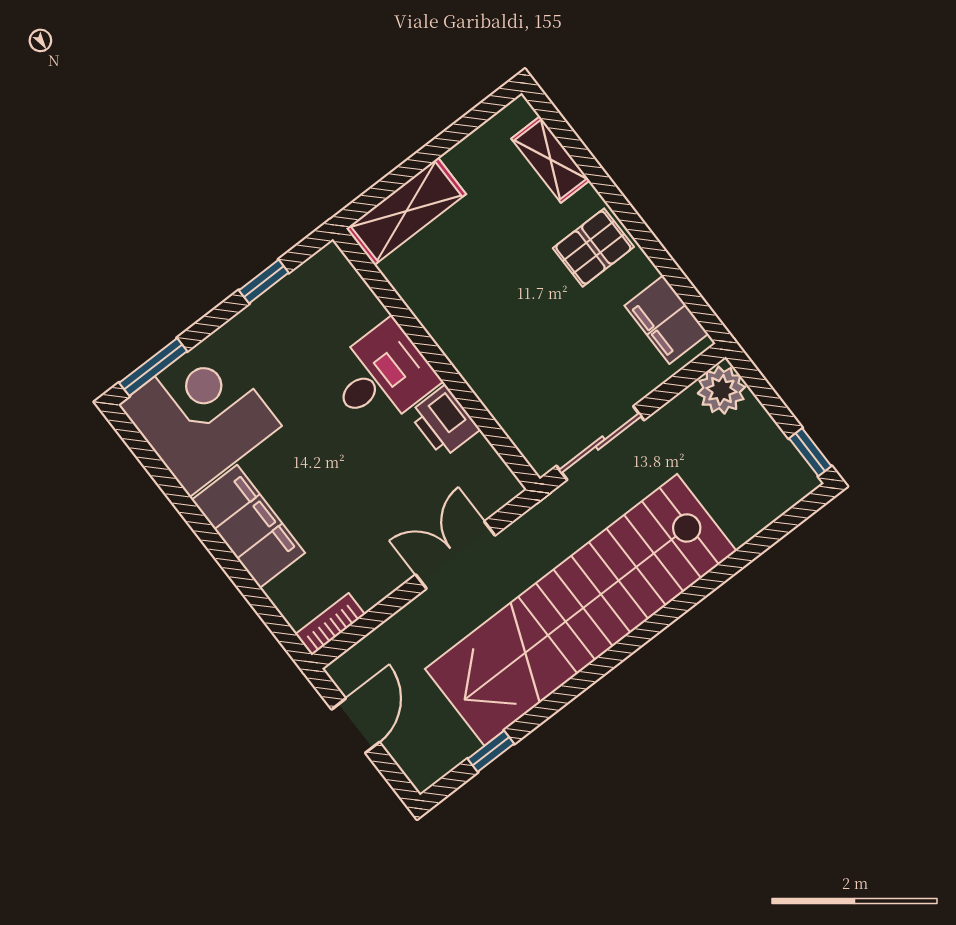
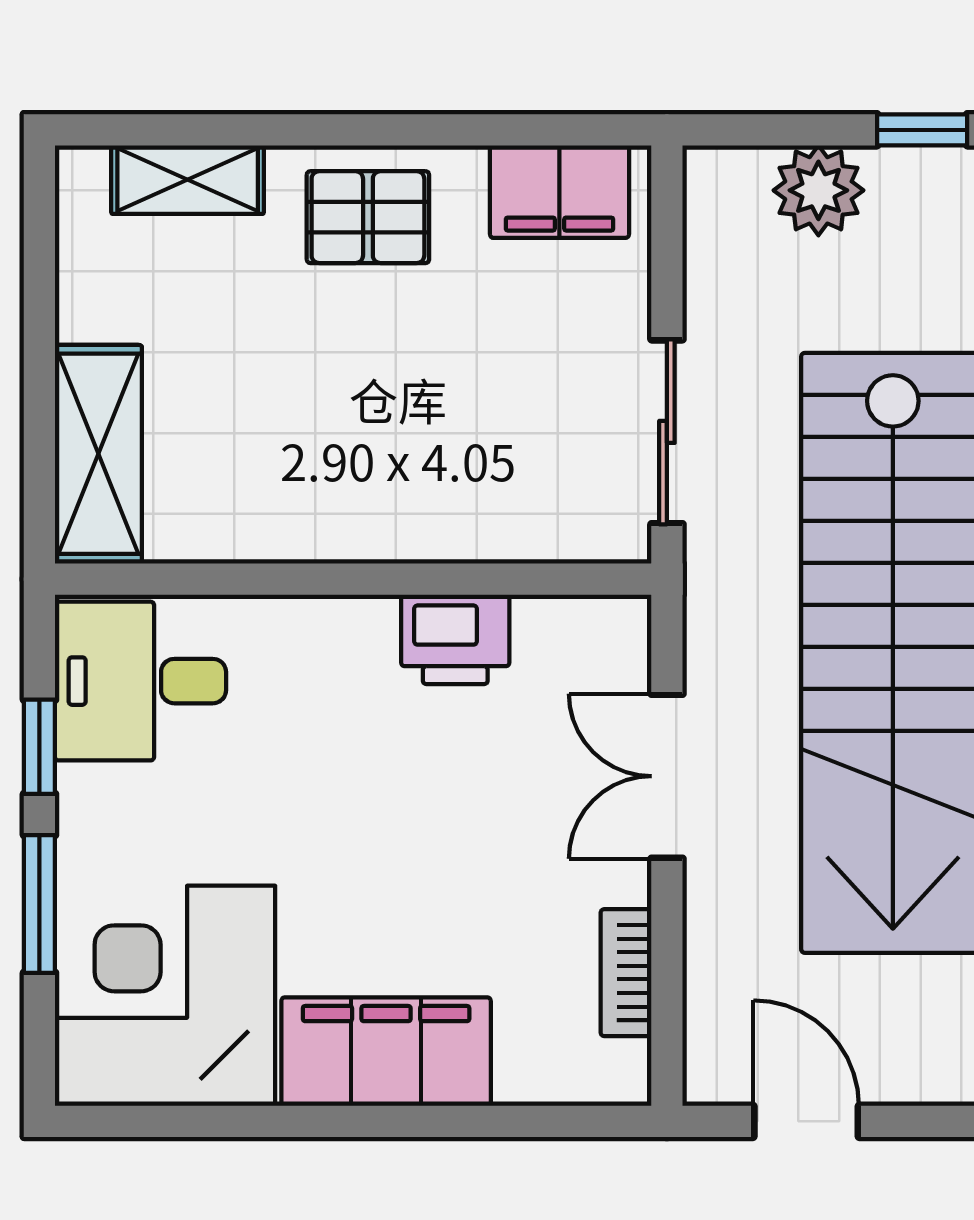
pallet: (593, 248) -> (368, 217), turned 90
window: (153, 367) -> (39, 904), moved
desk: (382, 376) -> (140, 681), moved, turned -90
plant: (721, 390) -> (818, 190), moved
bookcase: (330, 624) -> (626, 973), moved

